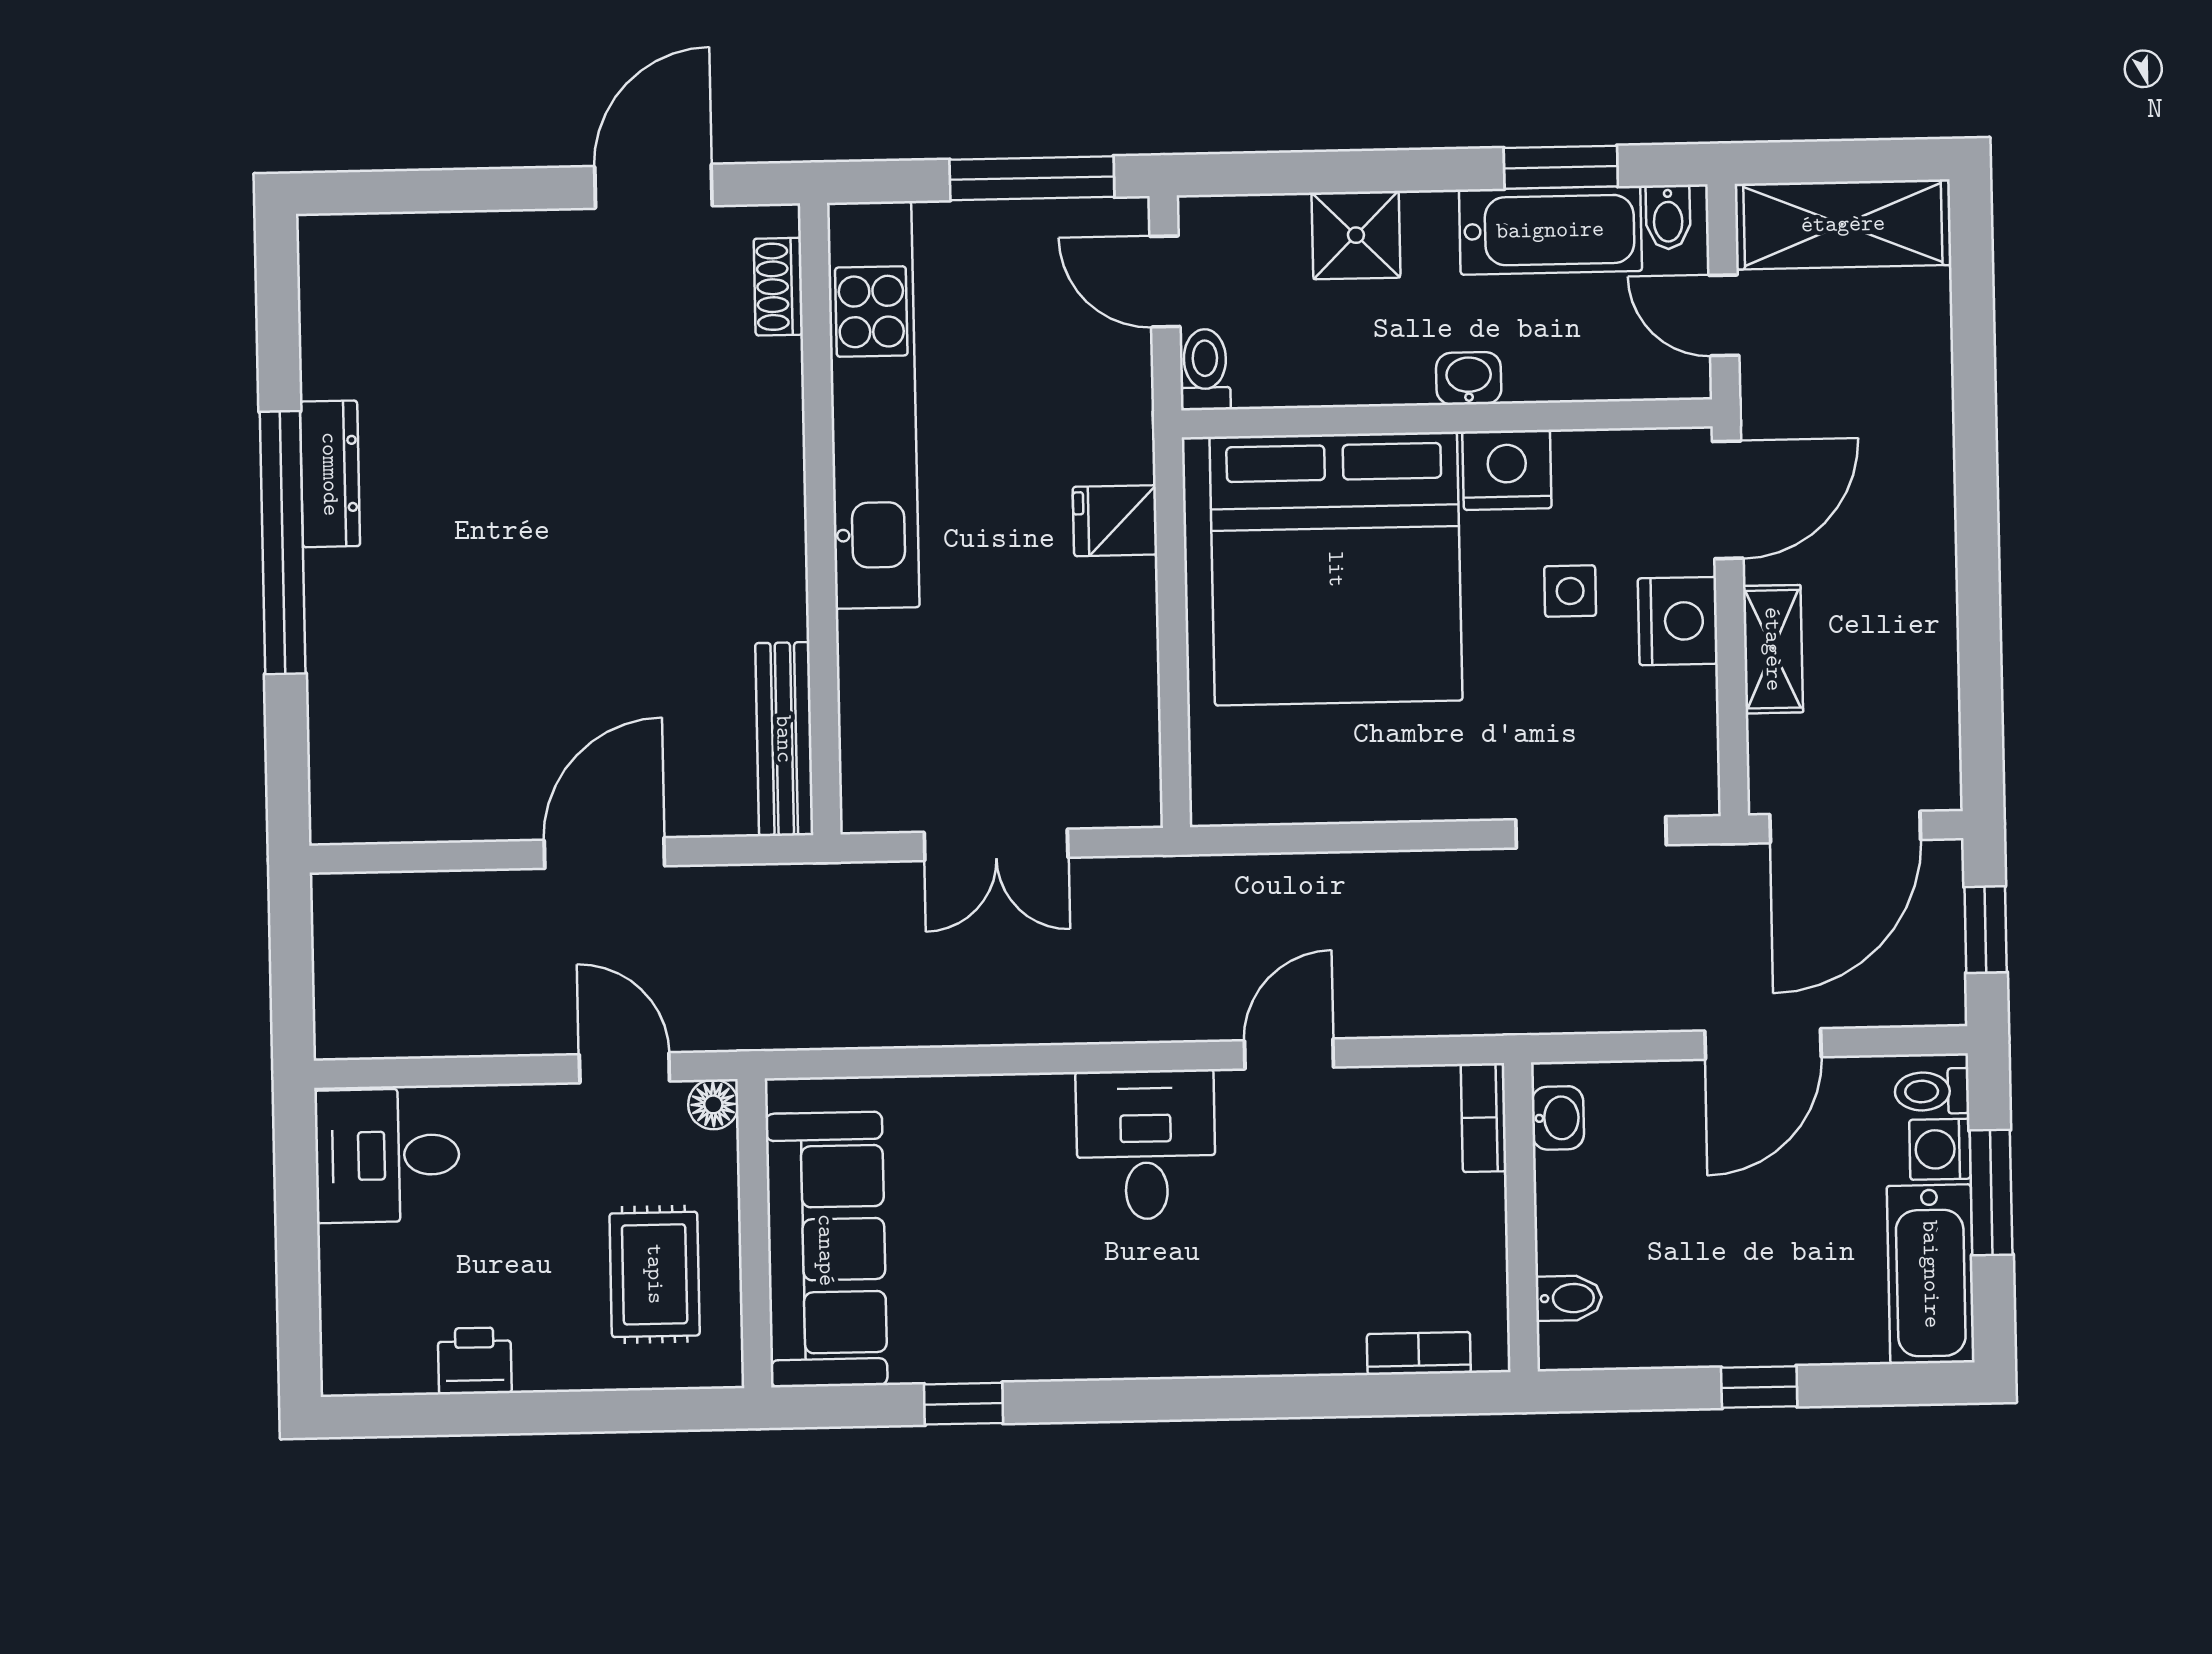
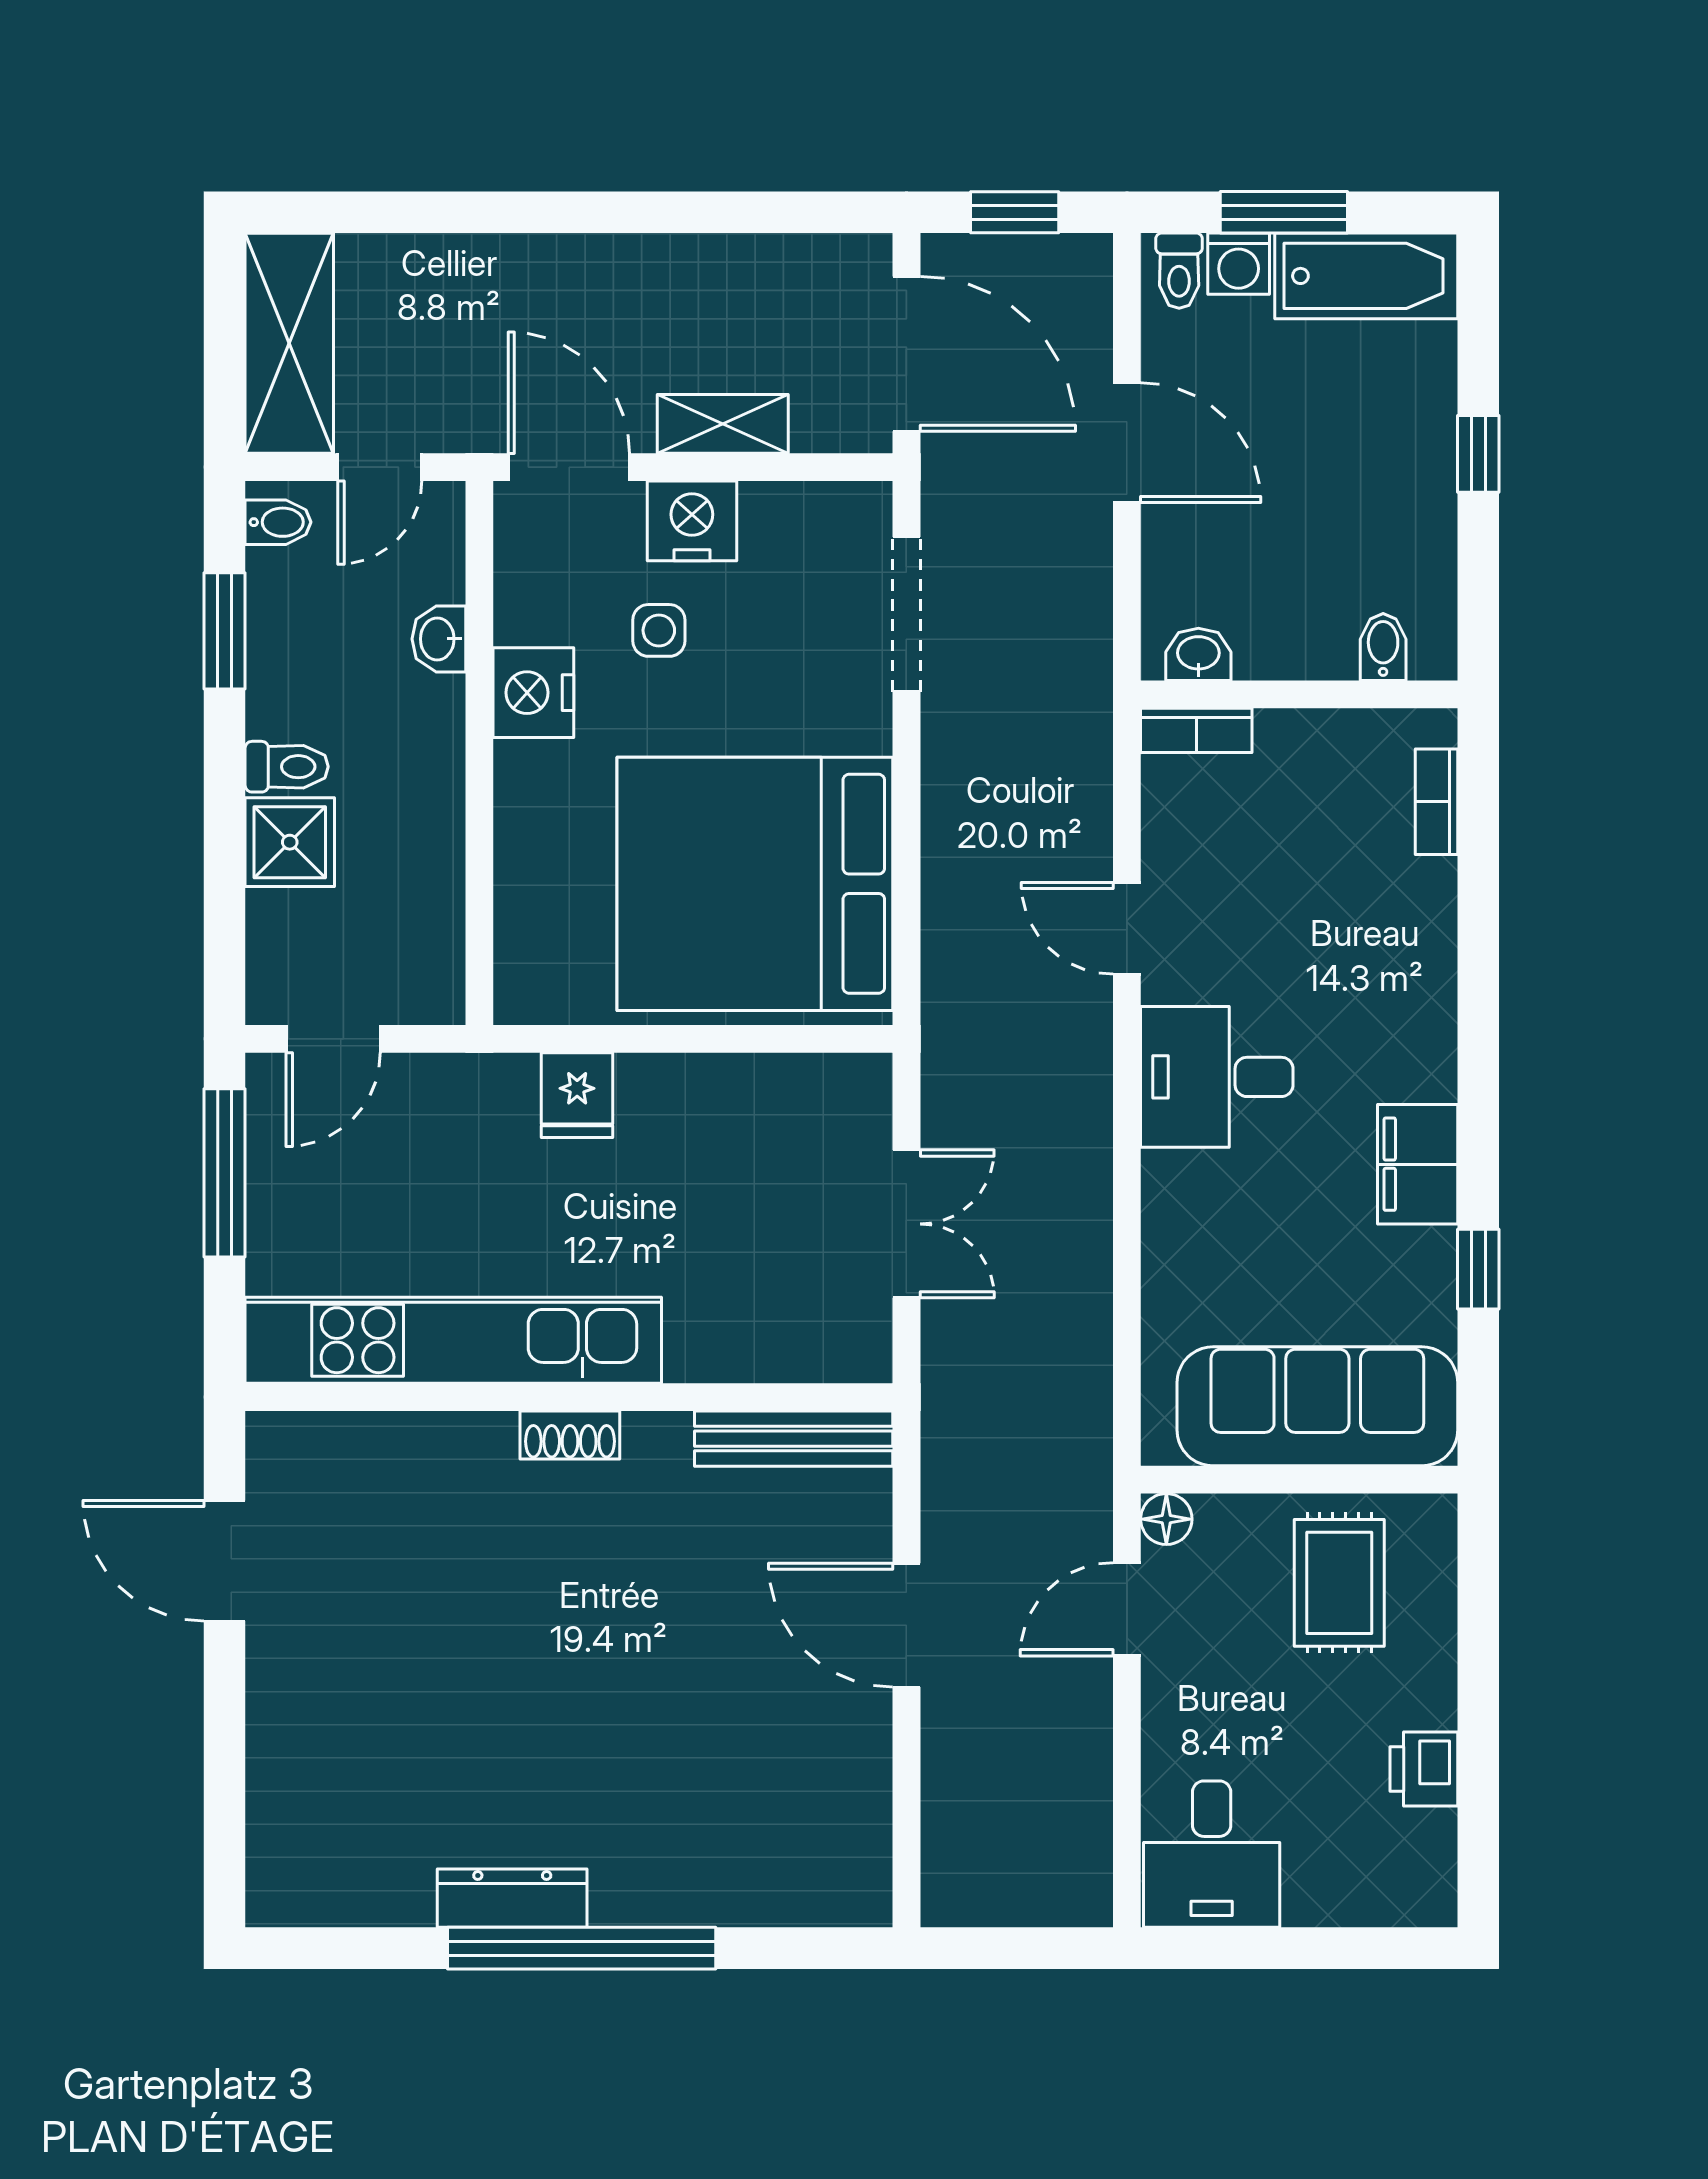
bathtub: (1550, 230) -> (289, 643), removed
shoe rack: (778, 287) -> (570, 1435), moved
toilet: (1205, 370) -> (287, 767), moved, turned 180
washbasin: (1469, 378) -> (439, 639), moved
bed: (1336, 569) -> (755, 884), moved, turned 180
rug: (655, 1274) -> (1339, 1583), turned 90
filing cabinet: (1065, 1342) -> (1418, 1164), added

